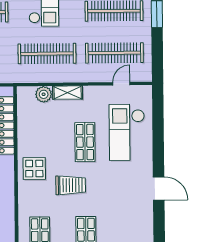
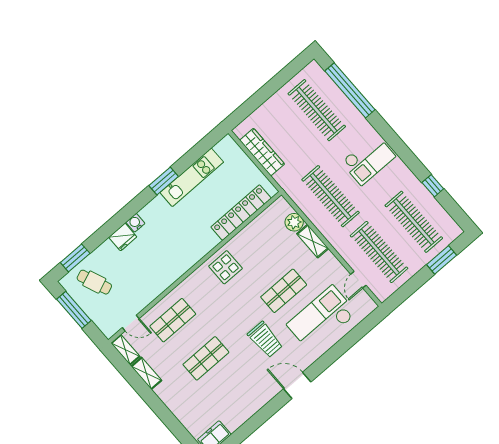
door: (121, 84) -> (358, 280), swing flipped
trolley: (71, 185) -> (265, 340), moved
door: (159, 188) -> (297, 385), swing flipped

